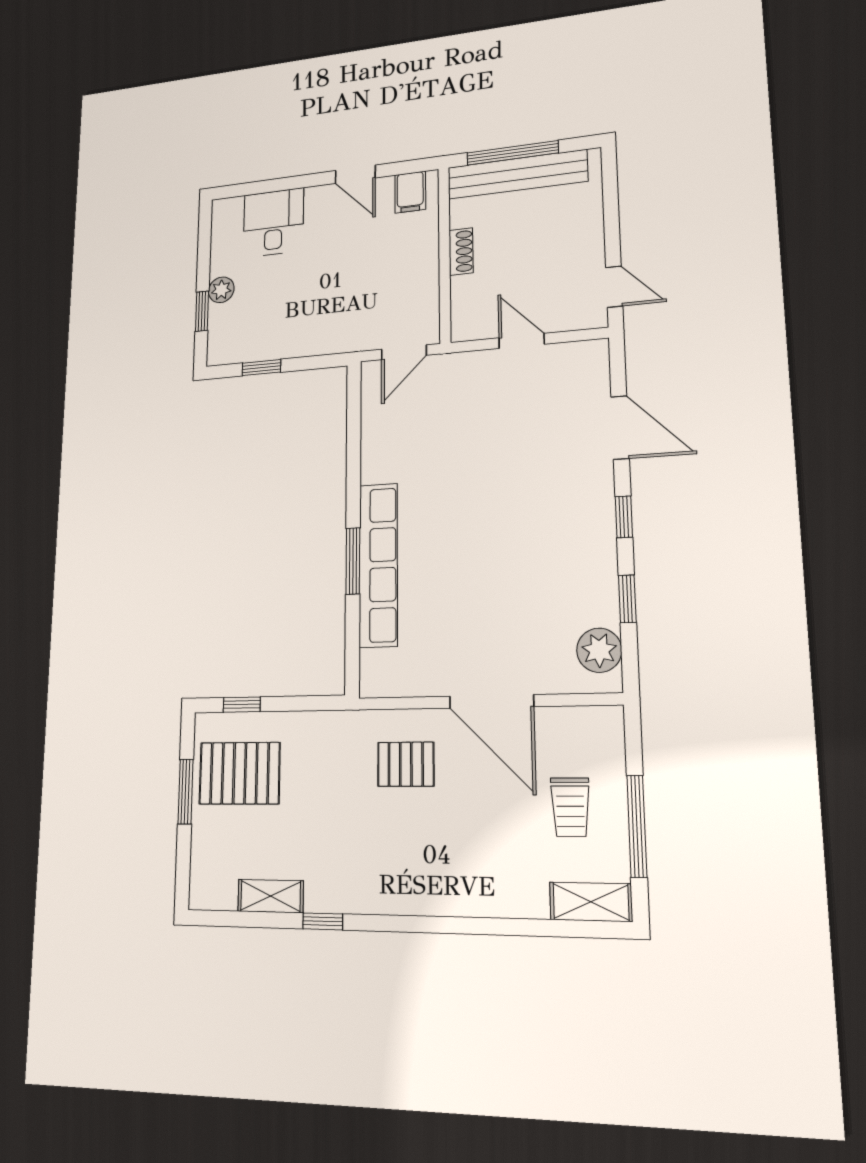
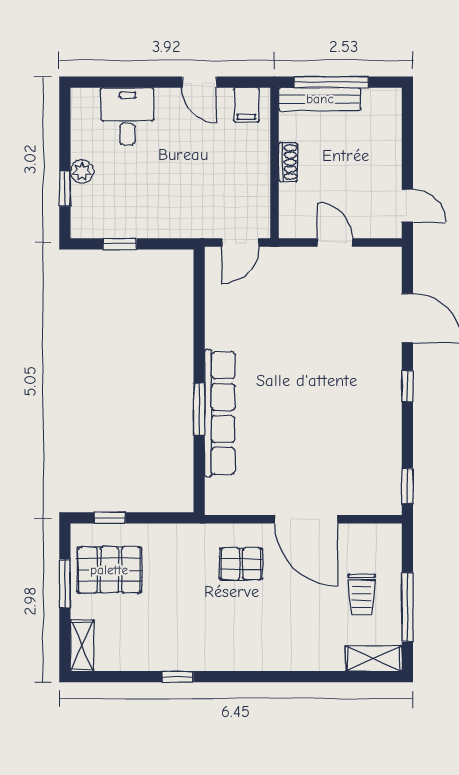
bench: (517, 174) -> (320, 99), width x0.73, depth x0.82
window: (627, 599) -> (407, 486), moved
plant: (599, 650) -> (386, 484), removed
shelving: (271, 896) -> (82, 646), moved, turned 90

